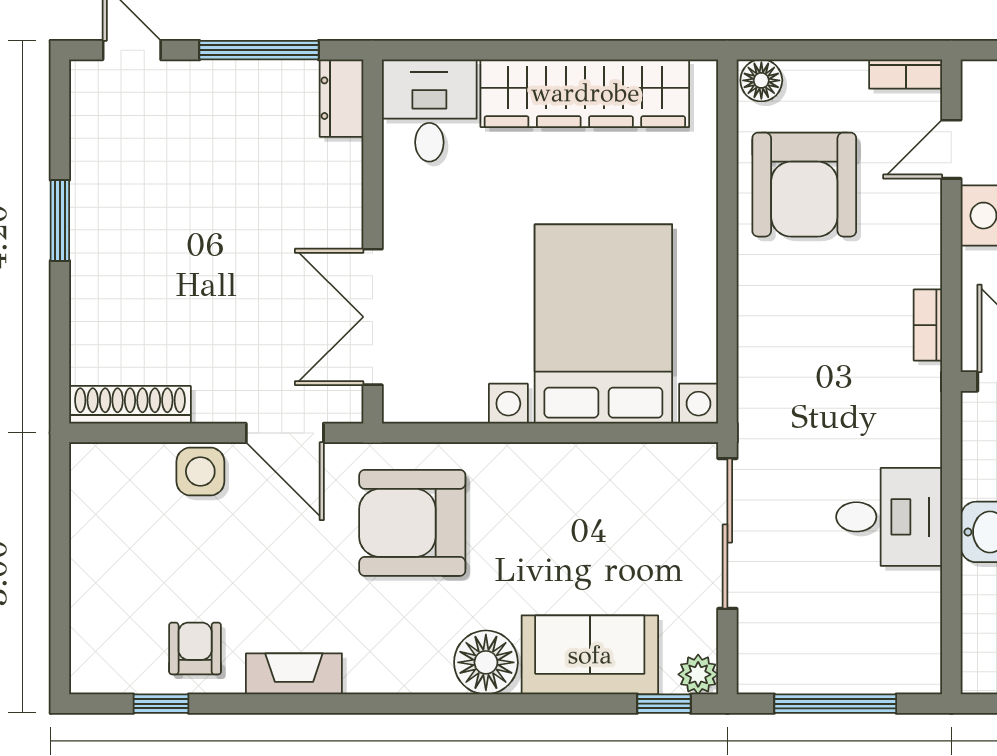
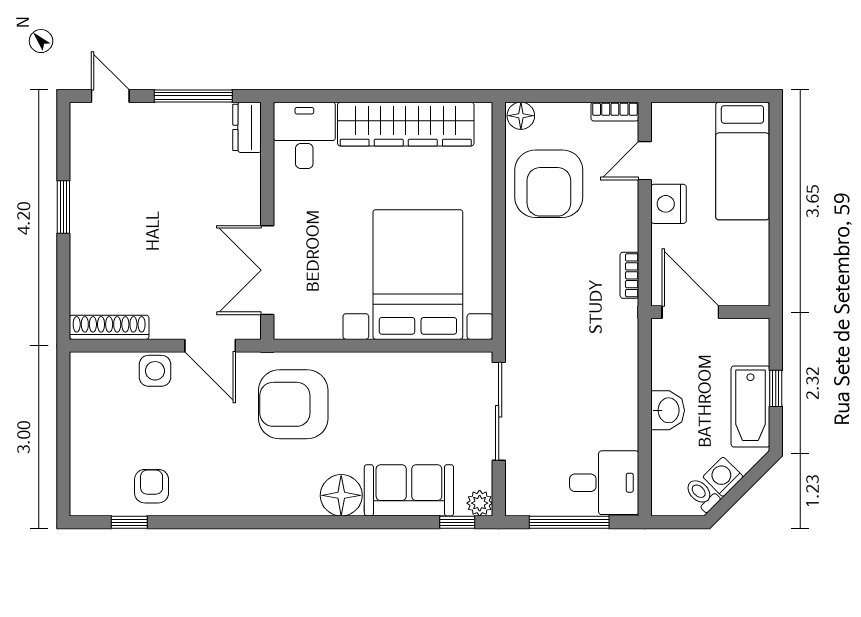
desk: (889, 517) -> (604, 483), moved
fireplace: (294, 674) -> (216, 503), removed

